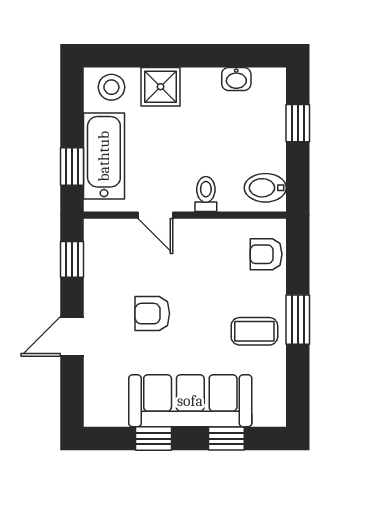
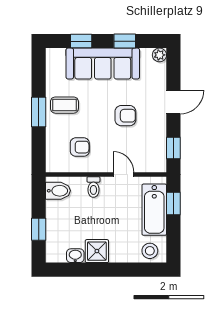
shower: (161, 87) -> (97, 251), moved
armchair: (266, 254) -> (80, 147), moved
plant: (95, 415) -> (159, 55), added

